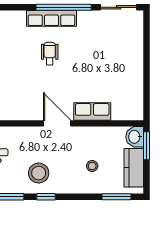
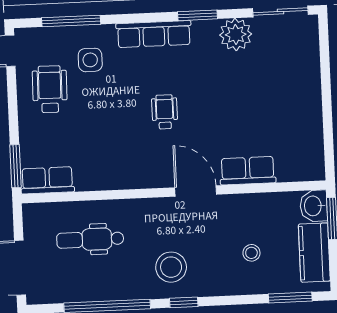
window: (64, 7) -> (198, 15), width x0.47
row of seats: (51, 18) -> (154, 34), moved
plant: (88, 21) -> (236, 35), added
wheelchair: (50, 53) -> (165, 112), moved

